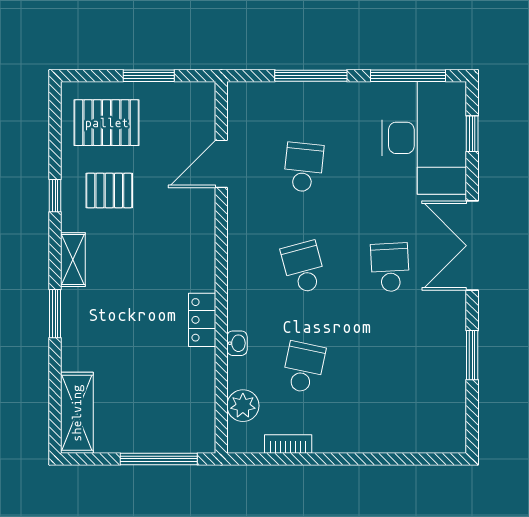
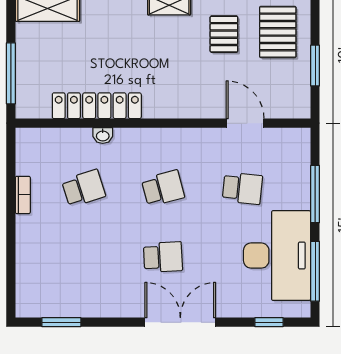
desk: (424, 138) -> (277, 256), moved, turned -90
locker: (202, 320) -> (97, 106), width x2.16, depth x1.21
window: (472, 355) -> (61, 322), moved
school desk: (303, 367) -> (84, 188), turned -30
plant: (243, 406) -> (53, 140), removed
bookcase: (288, 444) -> (23, 195), moved

